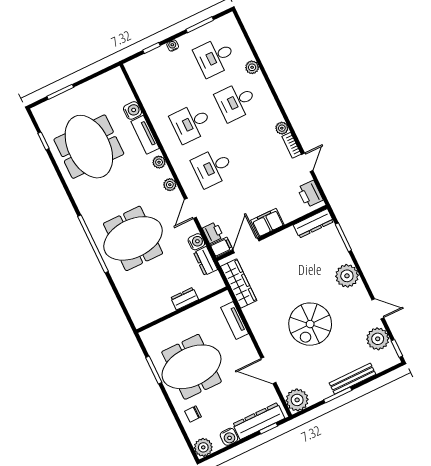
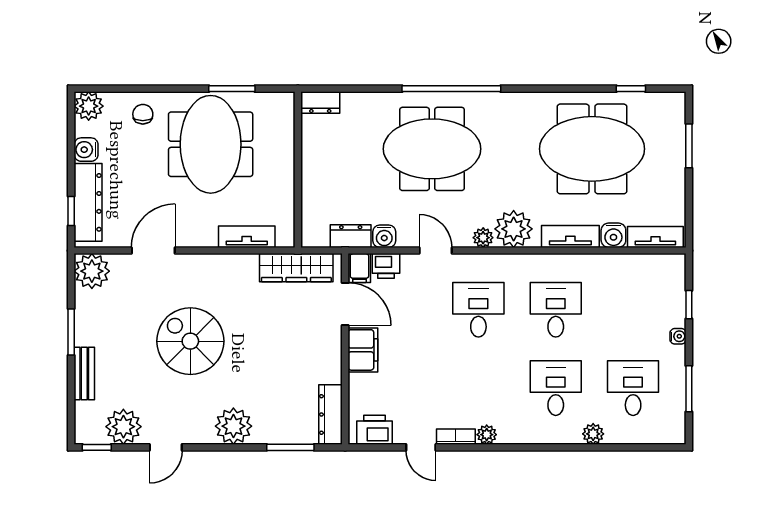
tv unit: (122, 86) -> (655, 237), added
plant: (159, 162) -> (514, 229), width x1.88, depth x1.88
meeting table: (133, 238) -> (432, 149), turned 90
dresser: (185, 299) -> (320, 103), moved, turned 90
bench: (352, 379) -> (84, 373), width x0.73

